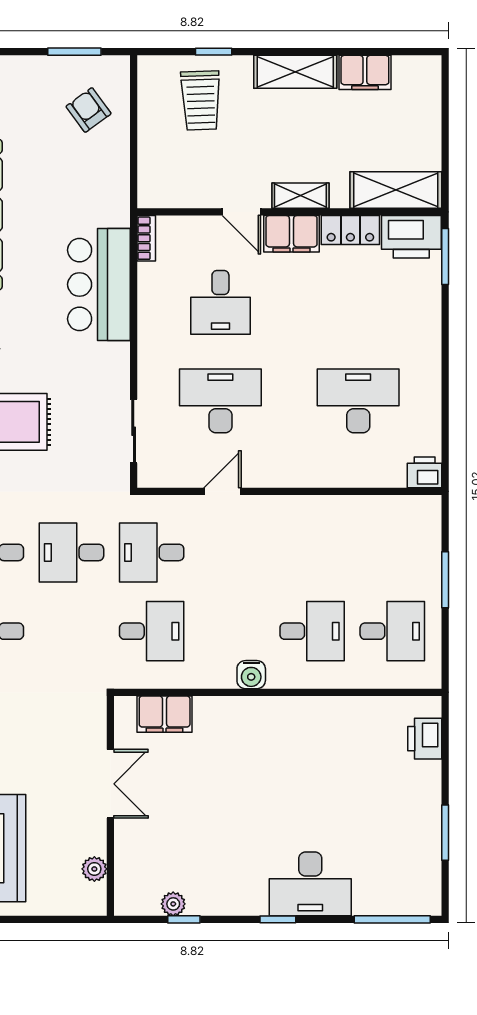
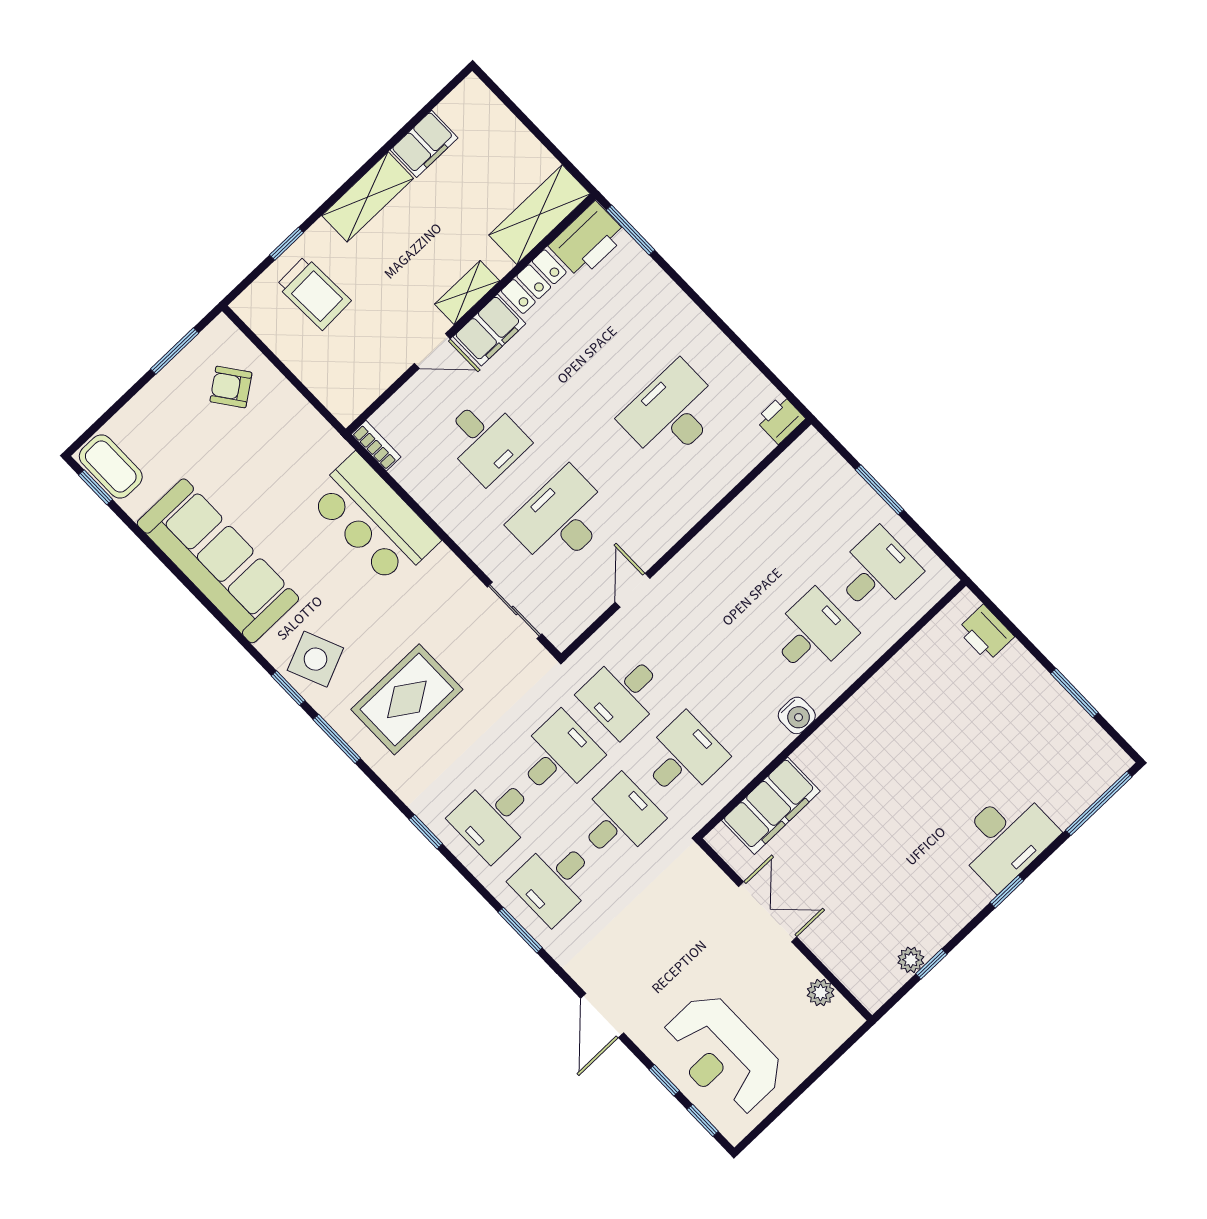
desk: (72, 552) -> (558, 756), turned 180
desk: (72, 631) -> (619, 819), added
filing cabinet: (165, 714) -> (771, 806), width x1.50, depth x1.17

